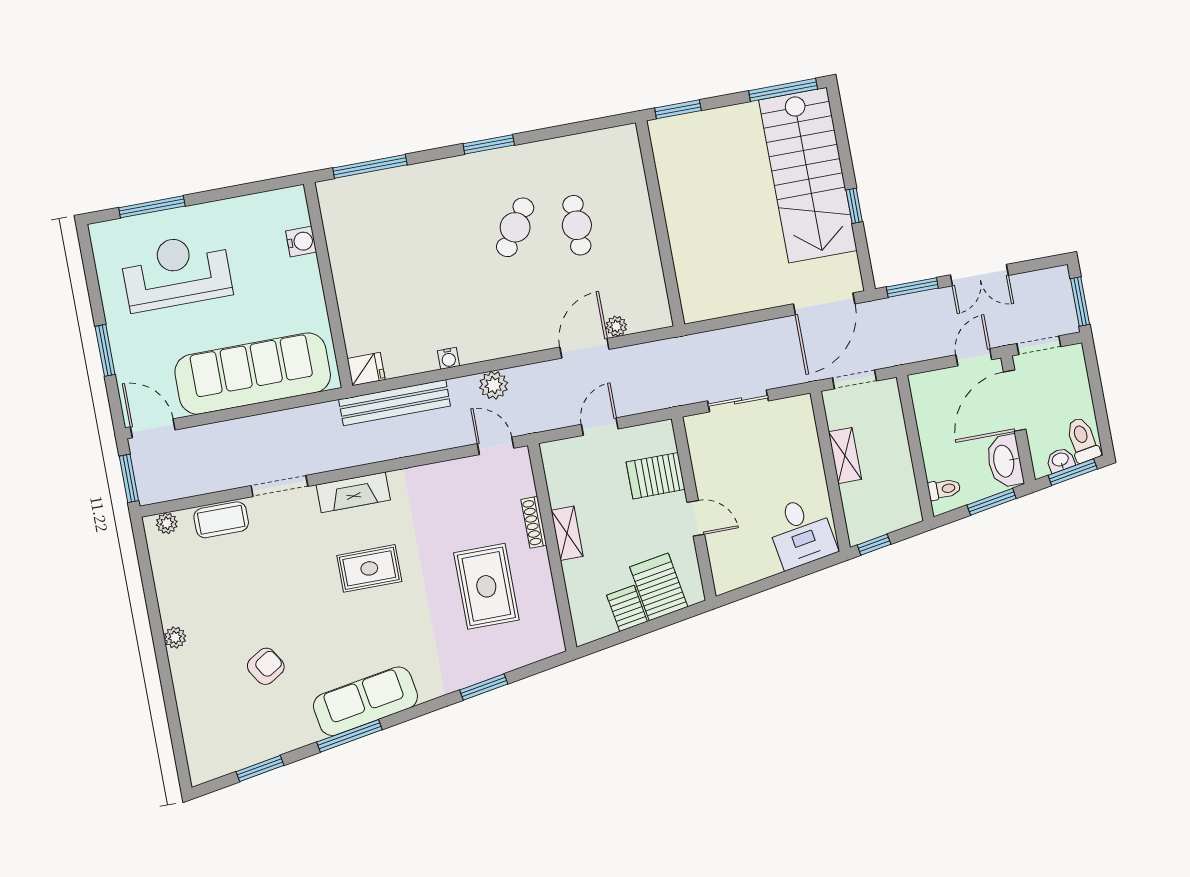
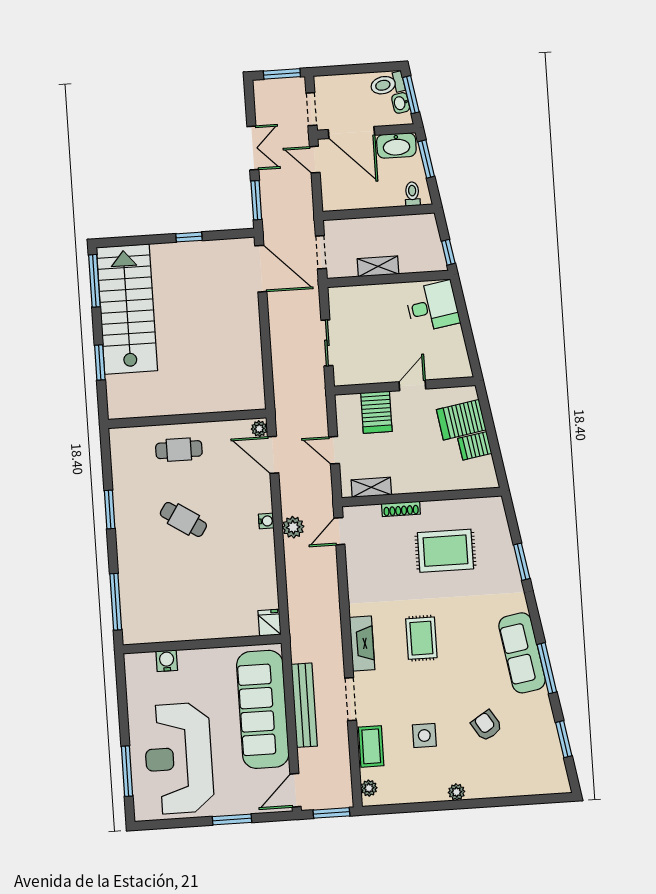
stairs: (808, 175) -> (127, 309), moved, turned -90
wall: (660, 223) -> (187, 419), moved
cafe table: (515, 227) -> (183, 519), moved
reception desk: (176, 272) -> (179, 758), width x1.36, depth x1.30
water cooler: (448, 358) -> (266, 521), moved
bench: (395, 403) -> (304, 705), moved
shelving: (567, 533) -> (371, 487), moved
side table: (243, 587) -> (424, 736), added

